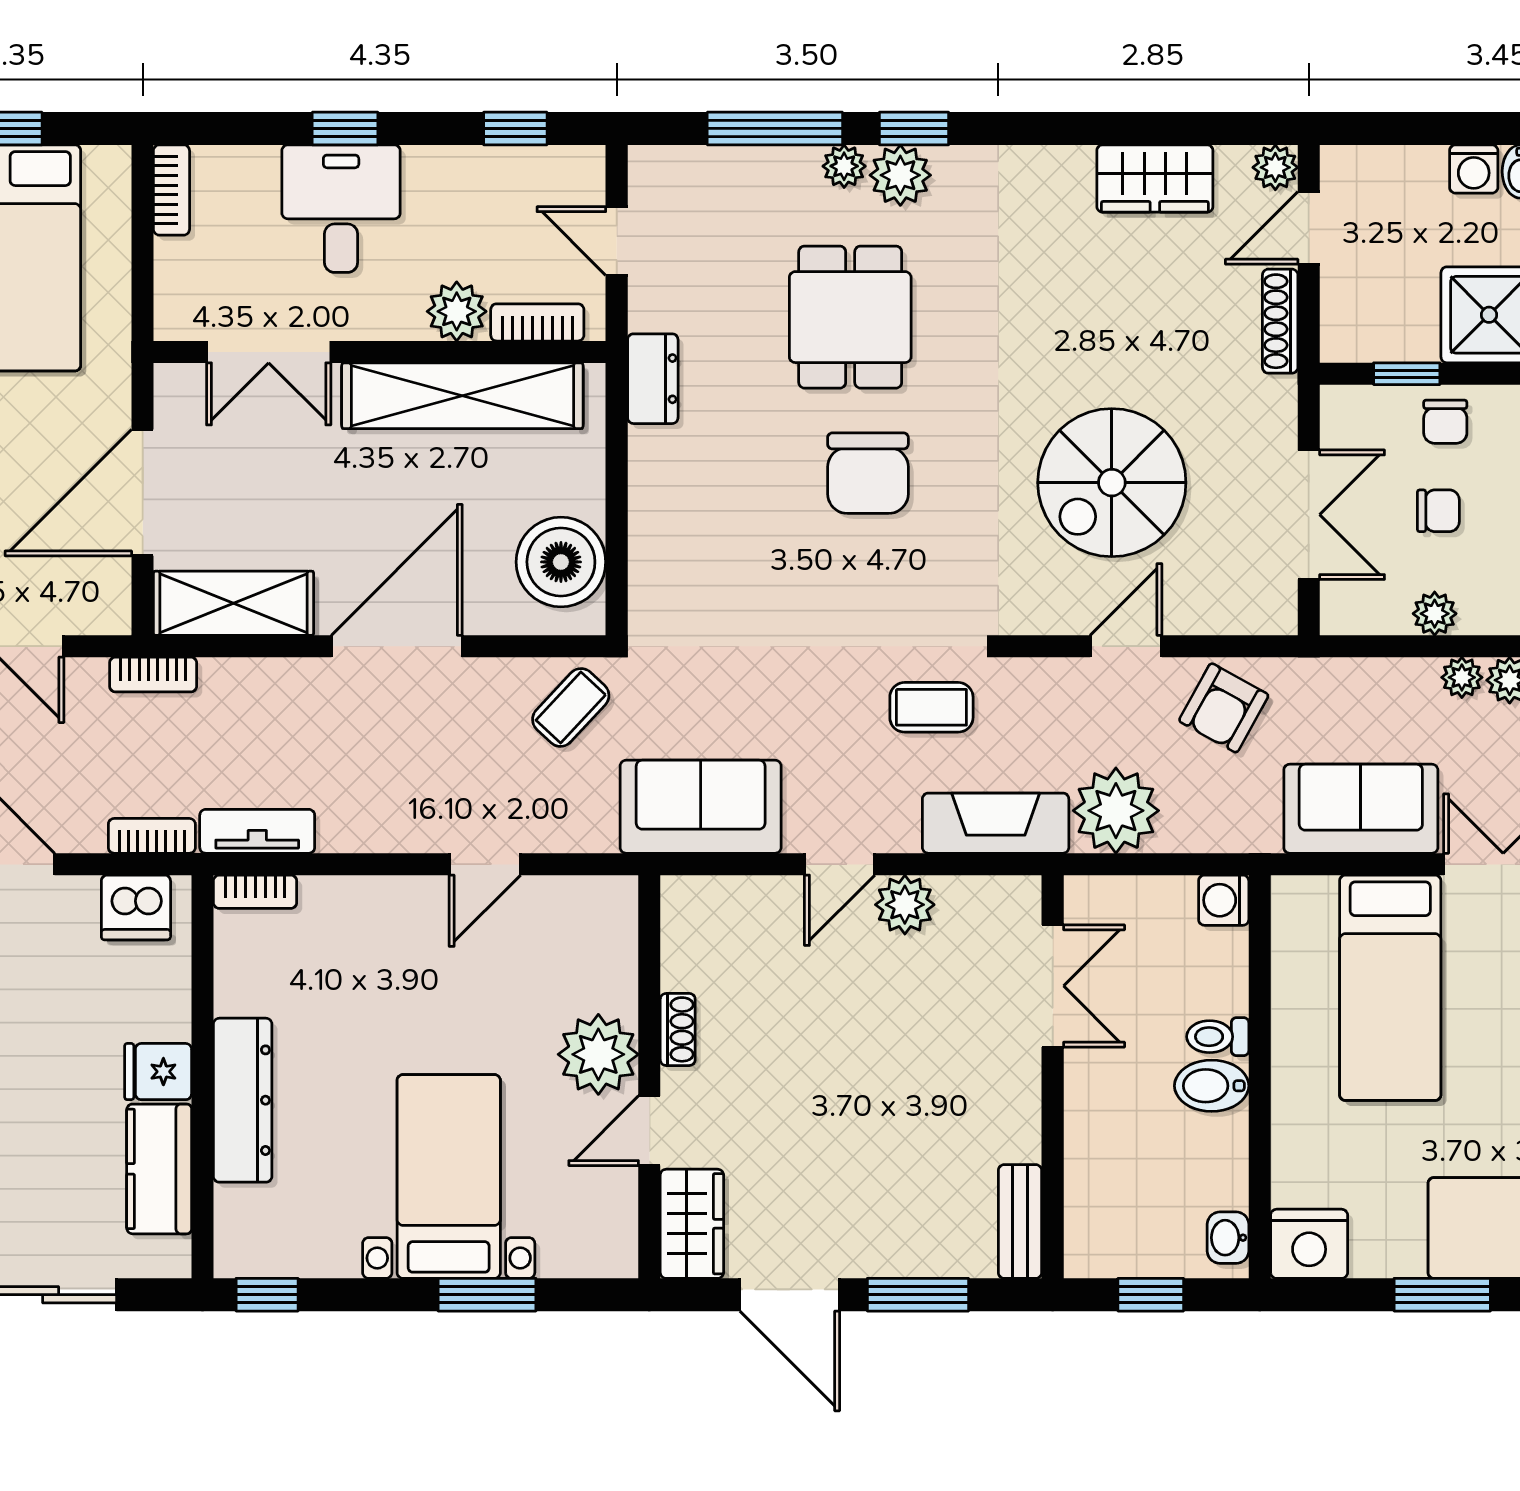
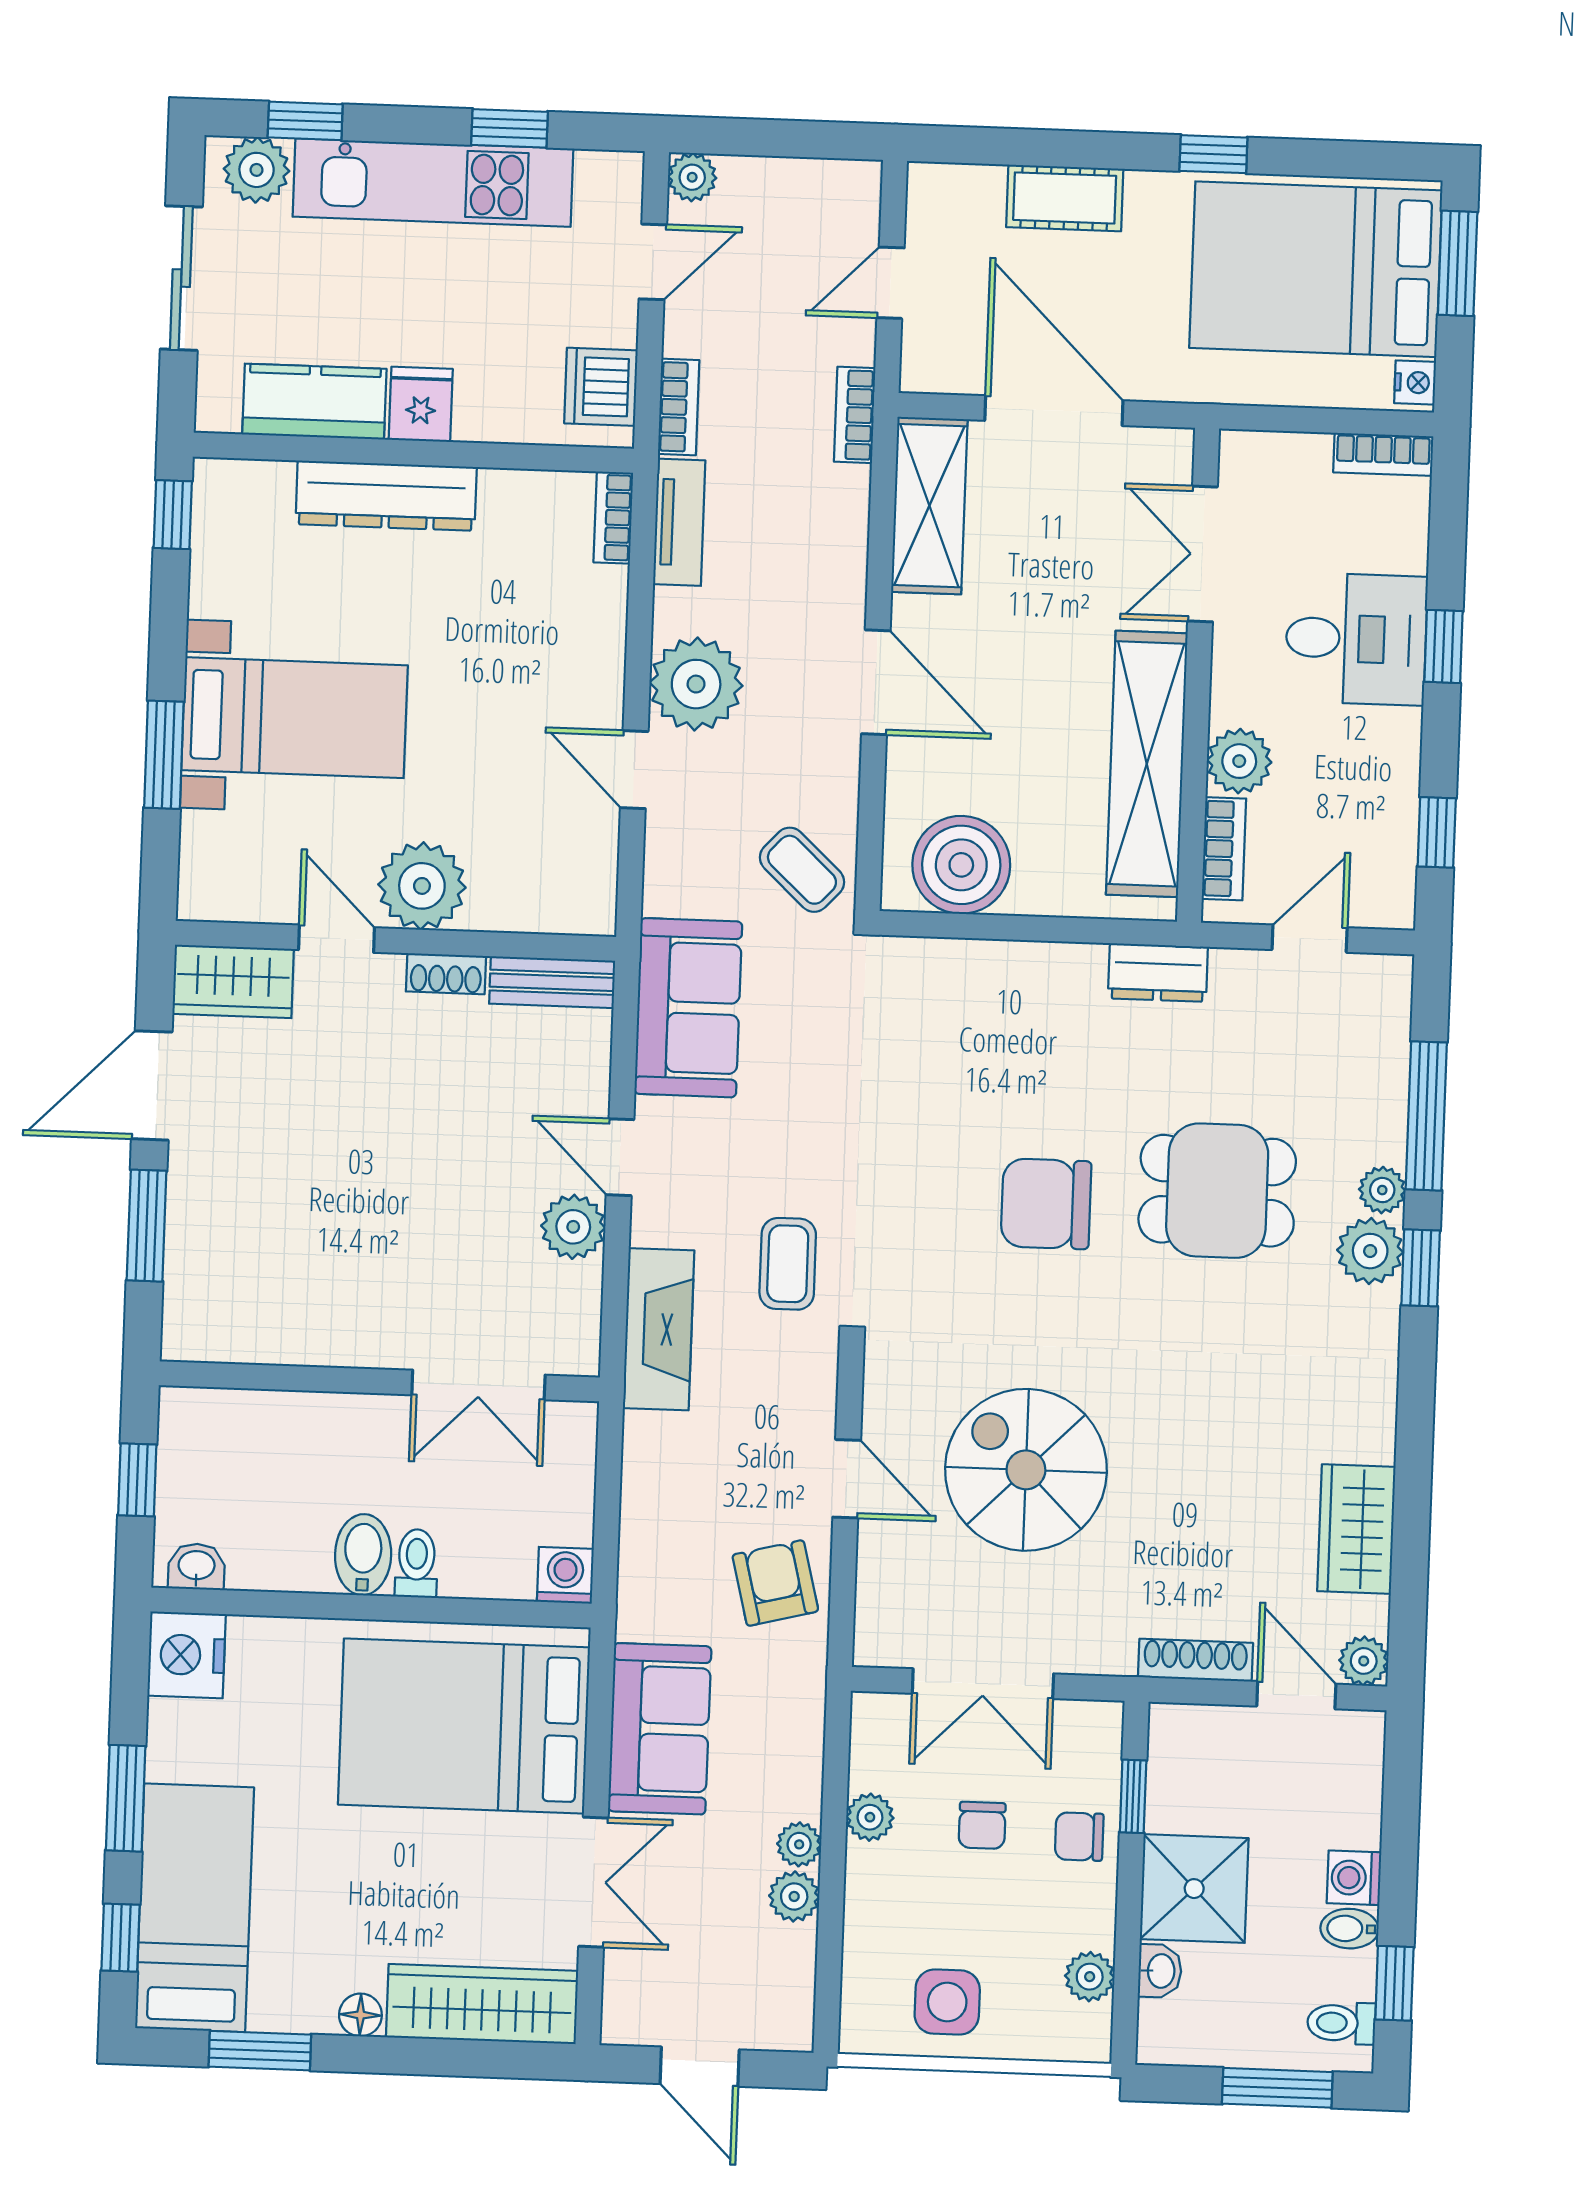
nightstand: (105, 163) -> (1415, 382), added
door: (397, 646) -> (876, 682), width x0.73
armchair: (1224, 708) -> (775, 1583), turned 47
plant: (1116, 811) -> (696, 684), moved
bed: (1390, 988) -> (464, 1726), width x1.50
bench: (1020, 1221) -> (552, 982), moved

